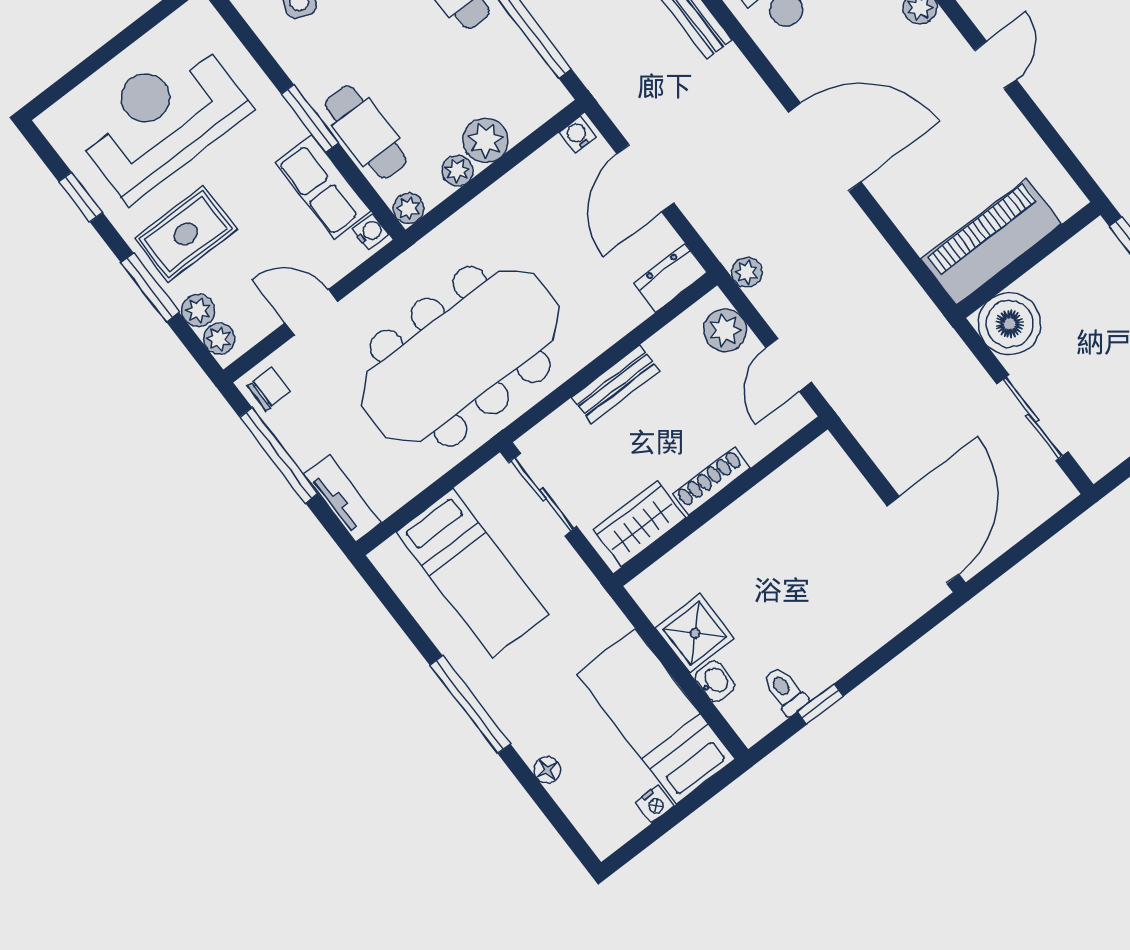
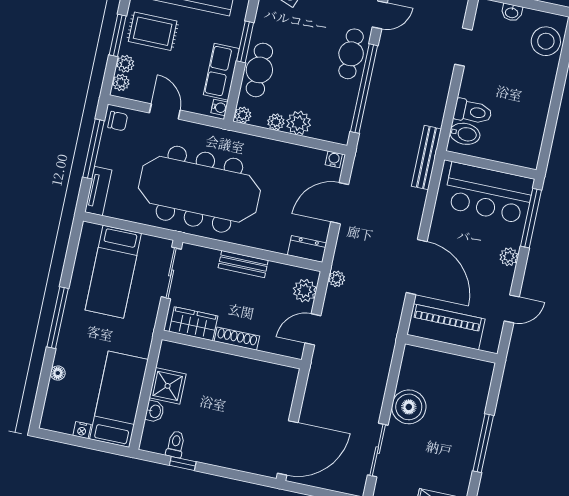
piano: (991, 242) -> (446, 327), moved
wall: (1028, 260) -> (451, 349), moved

